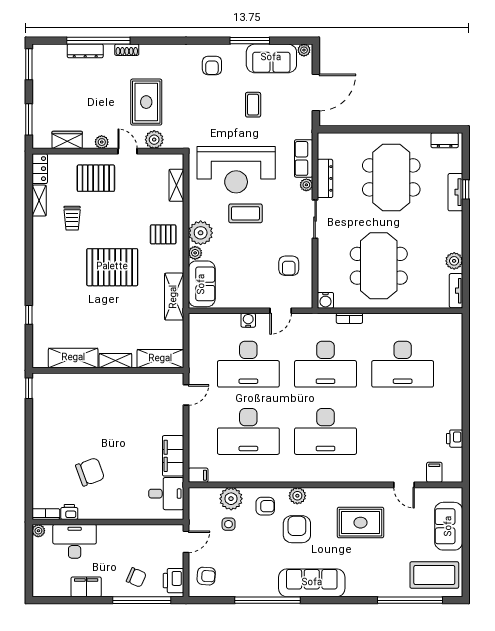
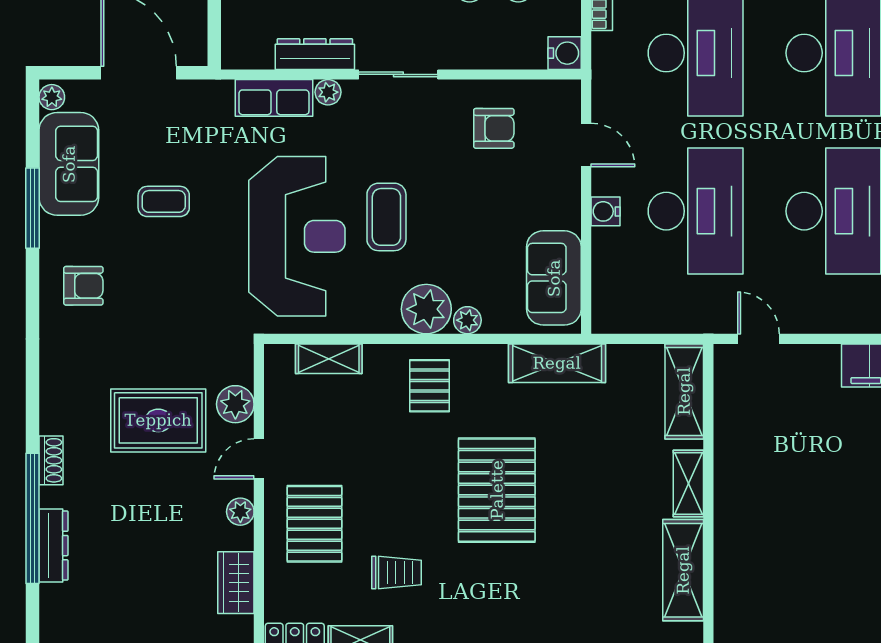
sofa: (202, 284) -> (554, 278), moved, turned -90

